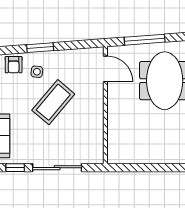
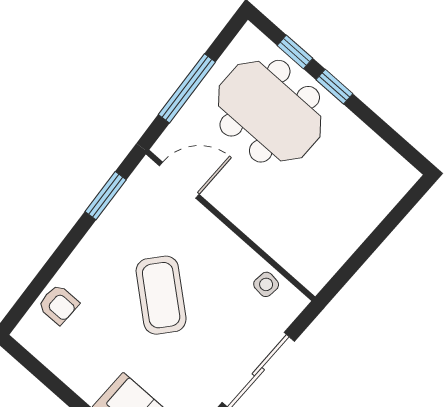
window: (40, 48) -> (106, 196), moved
side table: (37, 72) -> (266, 284), moved

